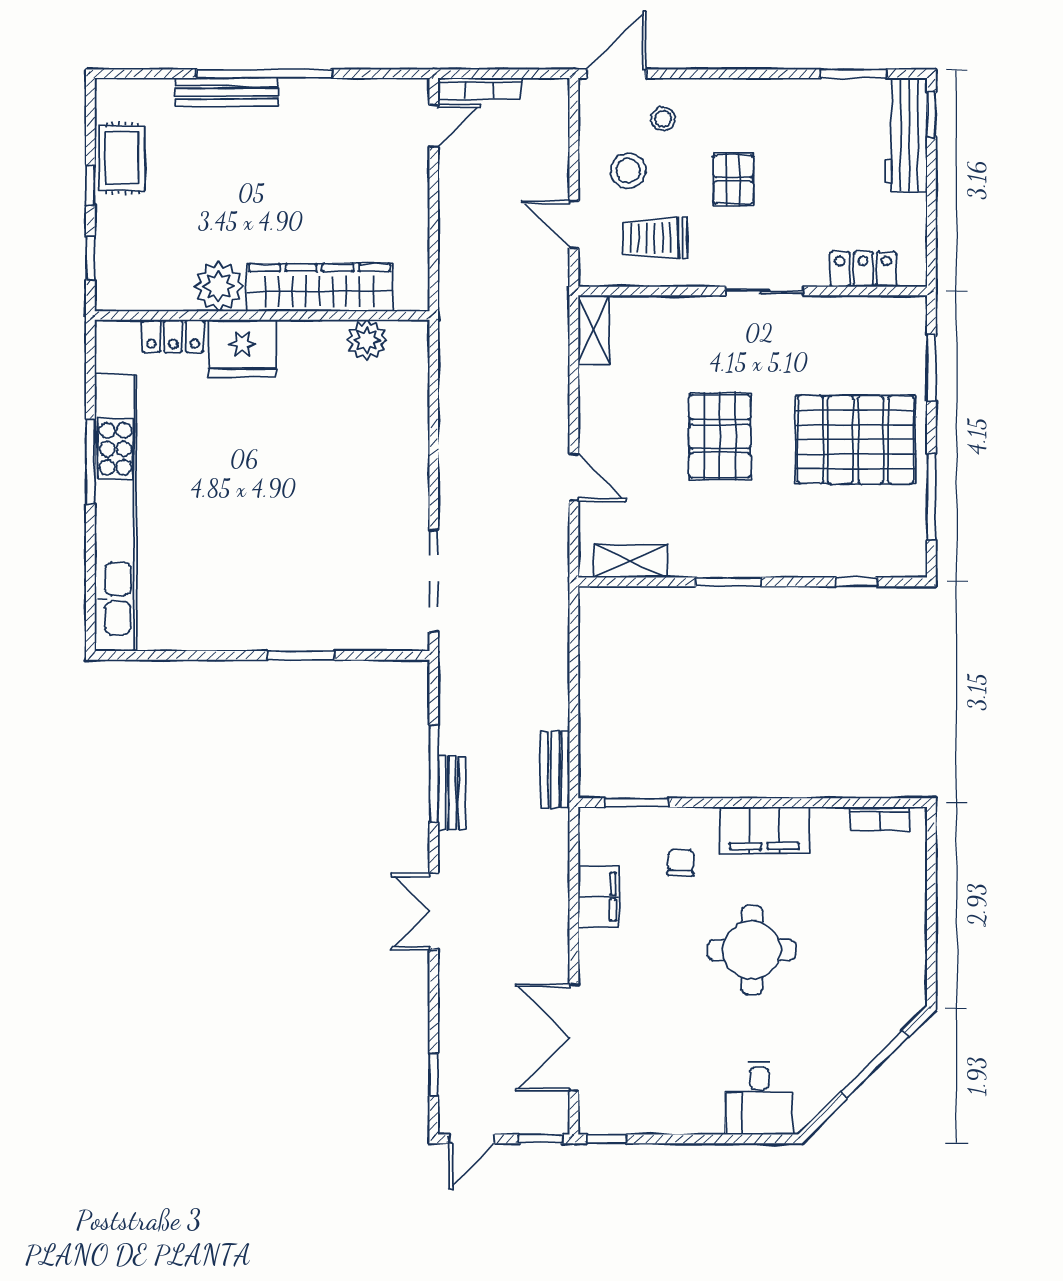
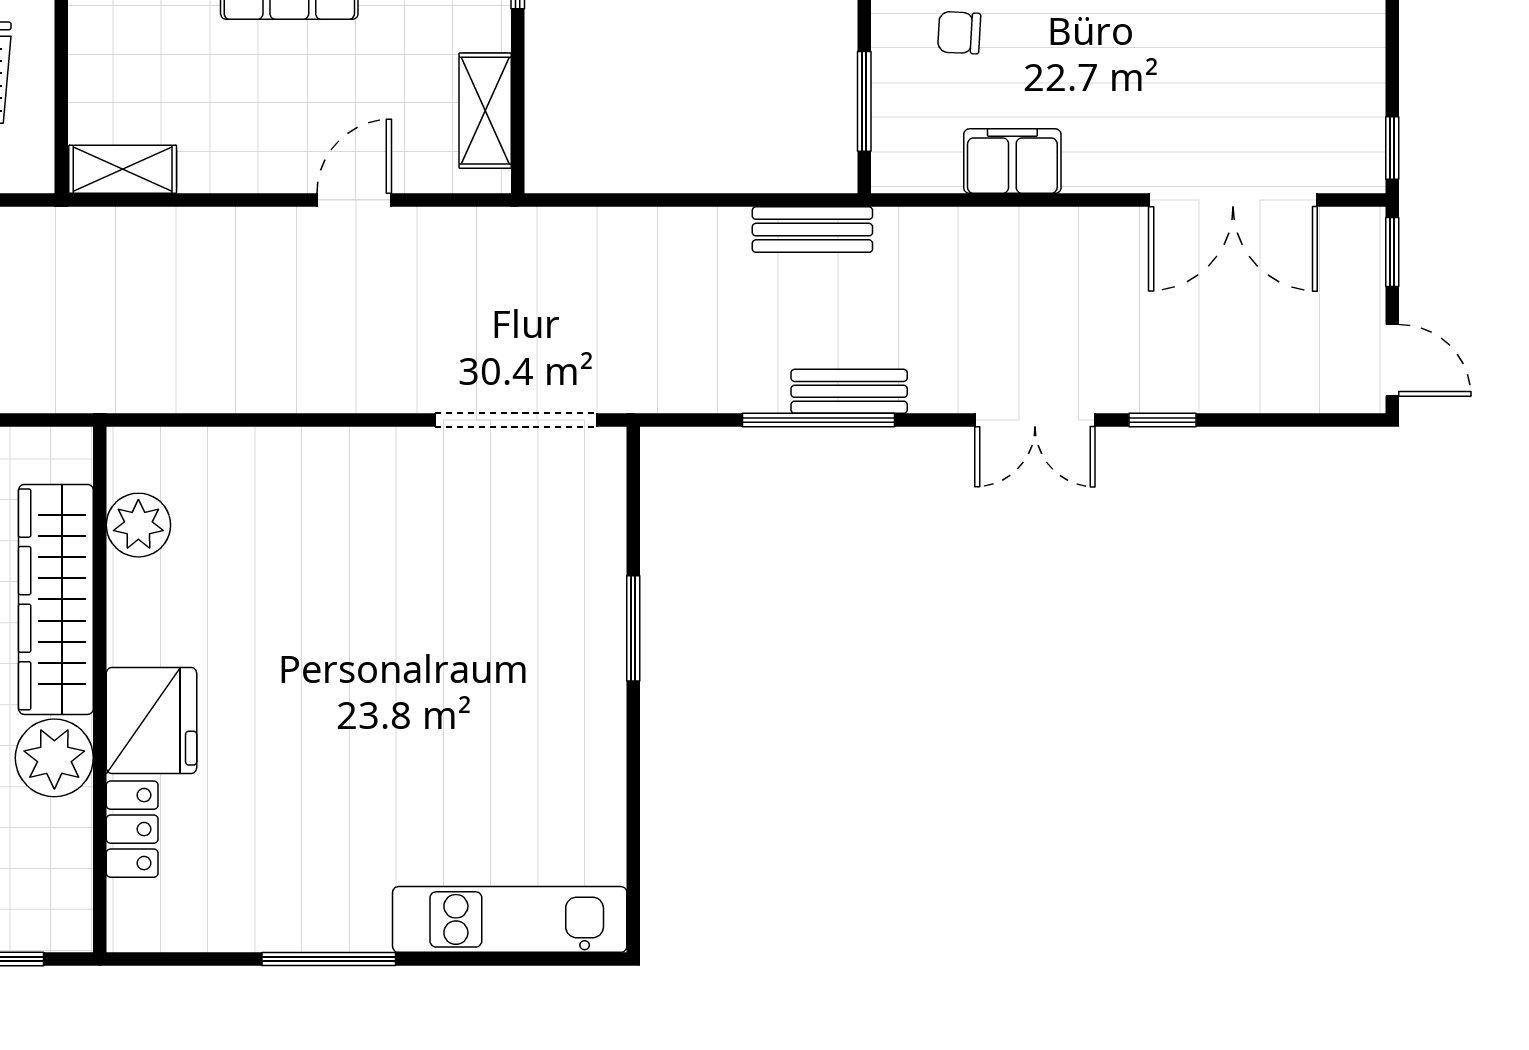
kitchen unit: (116, 513) -> (510, 919), width x0.54
window: (434, 1074) -> (1163, 420), moved

